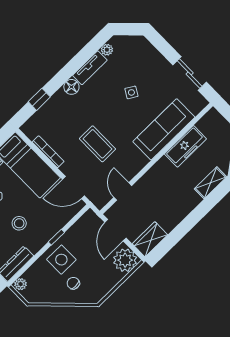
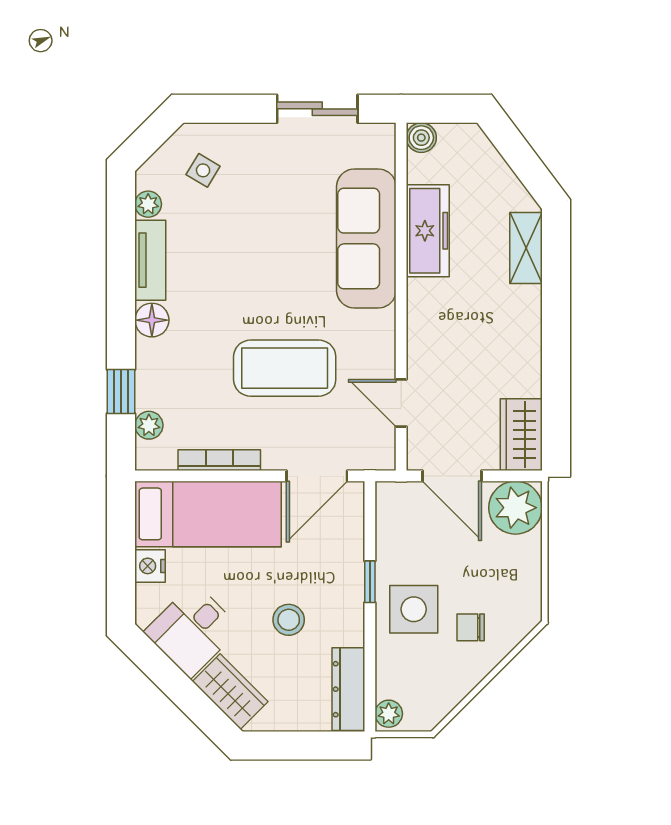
side table: (131, 92) -> (203, 170), moved
boiler: (213, 115) -> (421, 138), added
plant: (37, 119) -> (149, 425), added
coffee table: (97, 144) -> (285, 368), width x1.36, depth x1.32

